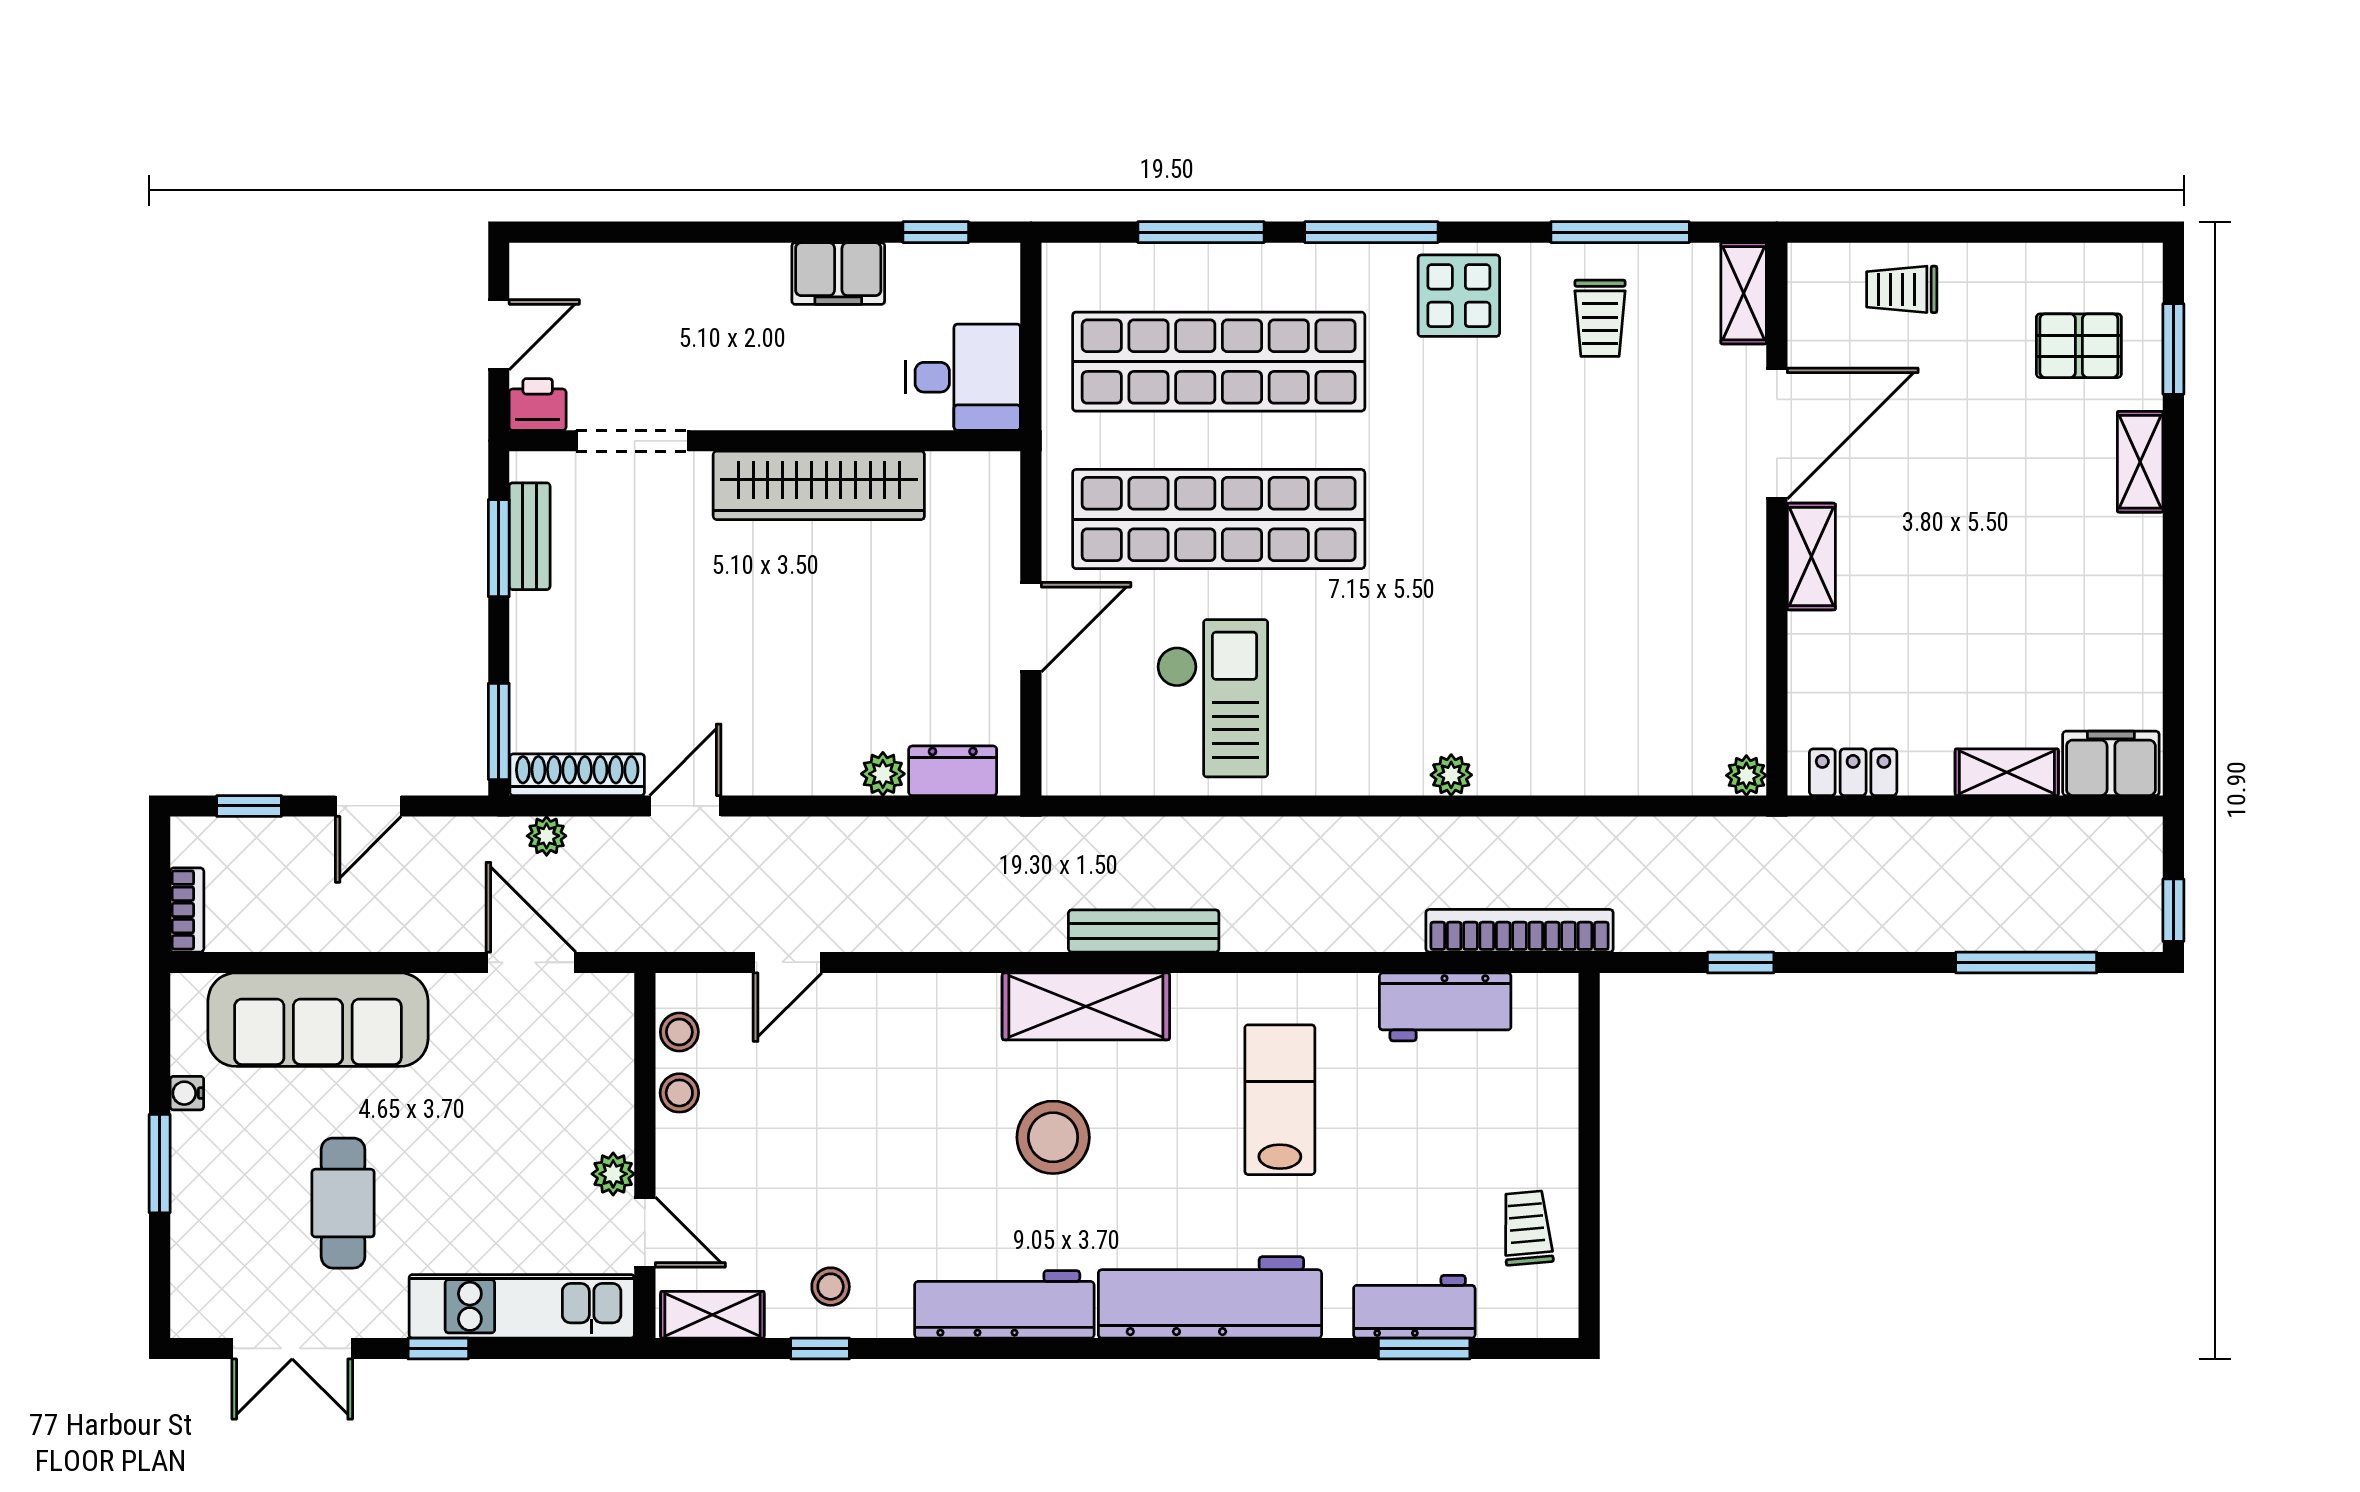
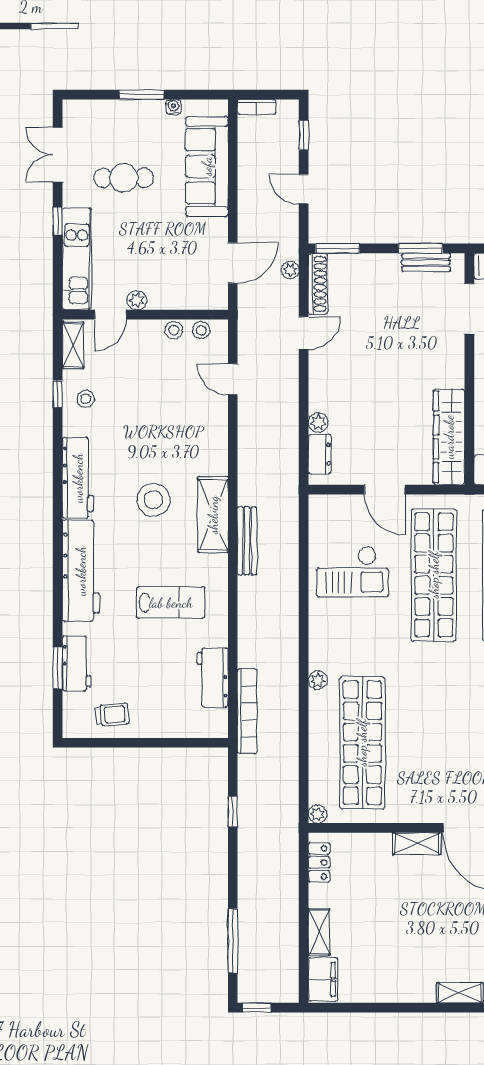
wardrobe: (819, 485) -> (449, 437), moved
shop shelf: (1589, 676) -> (362, 743), added
door: (685, 806) -> (304, 333), hinge flipped

